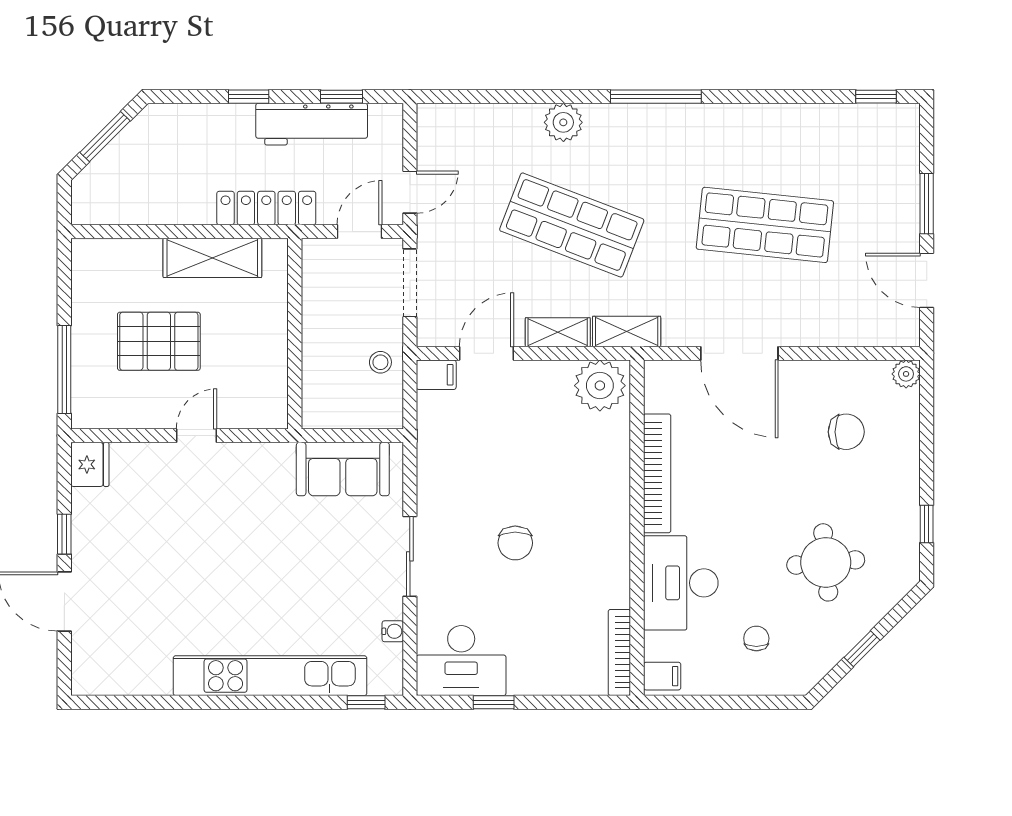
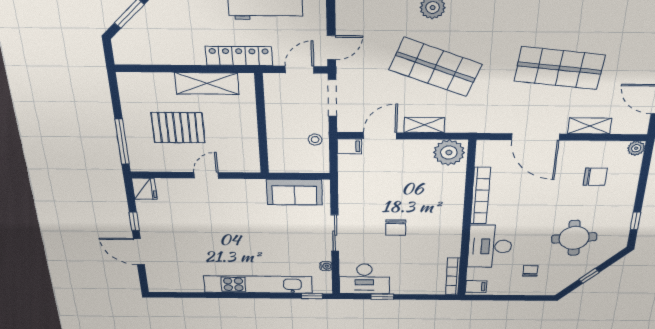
shelving: (627, 331) -> (590, 126), moved

